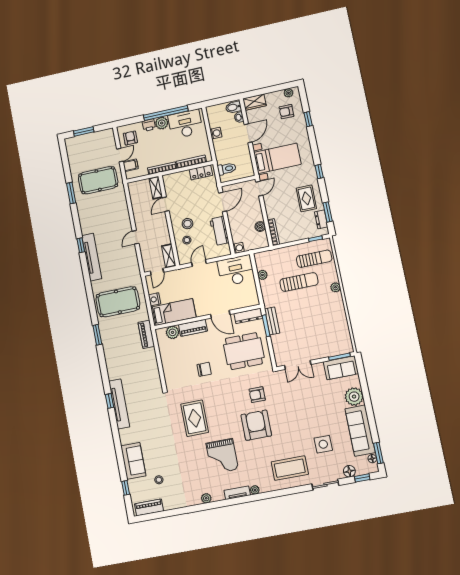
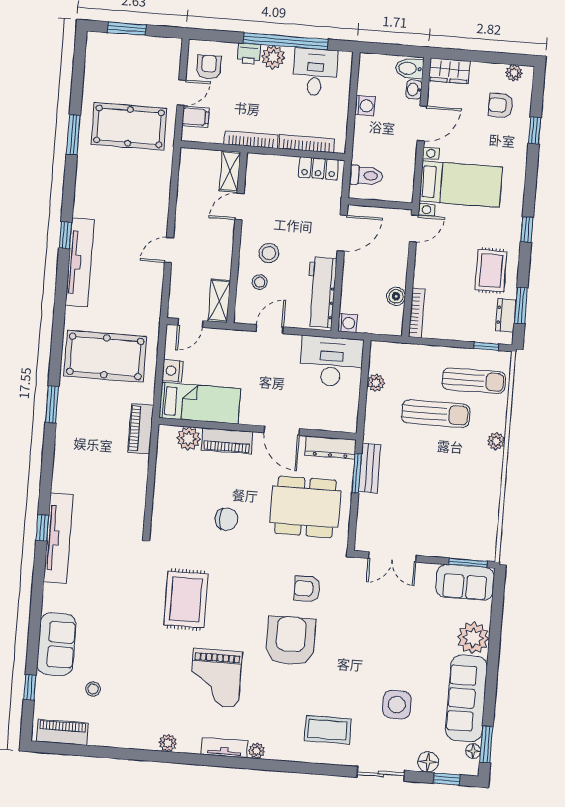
desk: (185, 124) -> (315, 72), width x0.73
workbench: (219, 231) -> (321, 292), width x1.37
coffee table: (290, 468) -> (328, 730), width x0.73, depth x0.76

